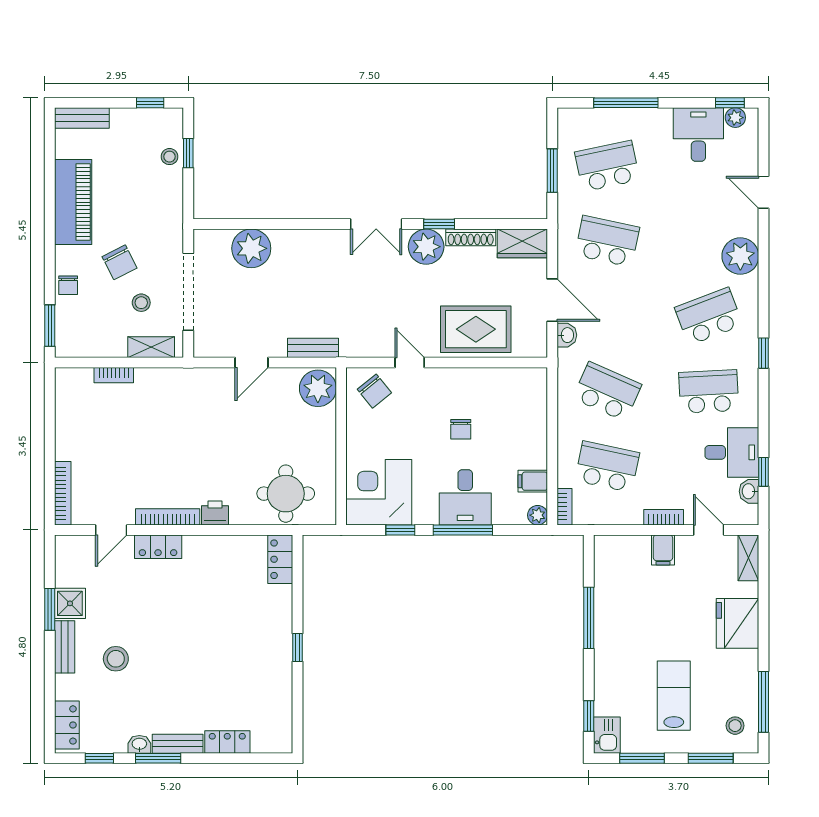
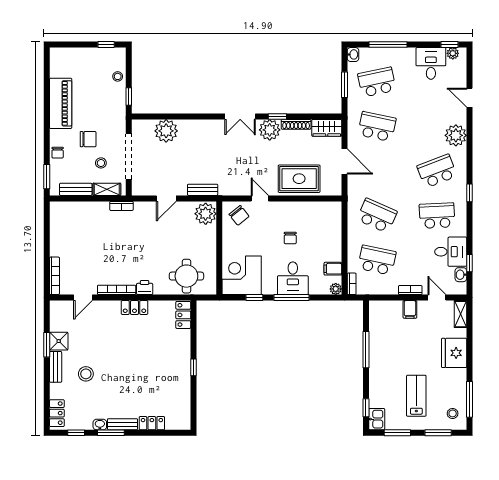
bench: (82, 118) -> (76, 189), moved
window: (188, 153) -> (129, 96), moved
chair: (120, 262) -> (88, 139), turned -63
washbasin: (567, 335) -> (353, 54), moved
bookcase: (114, 375) -> (121, 206), moved
locker: (158, 547) -> (134, 308), moved

